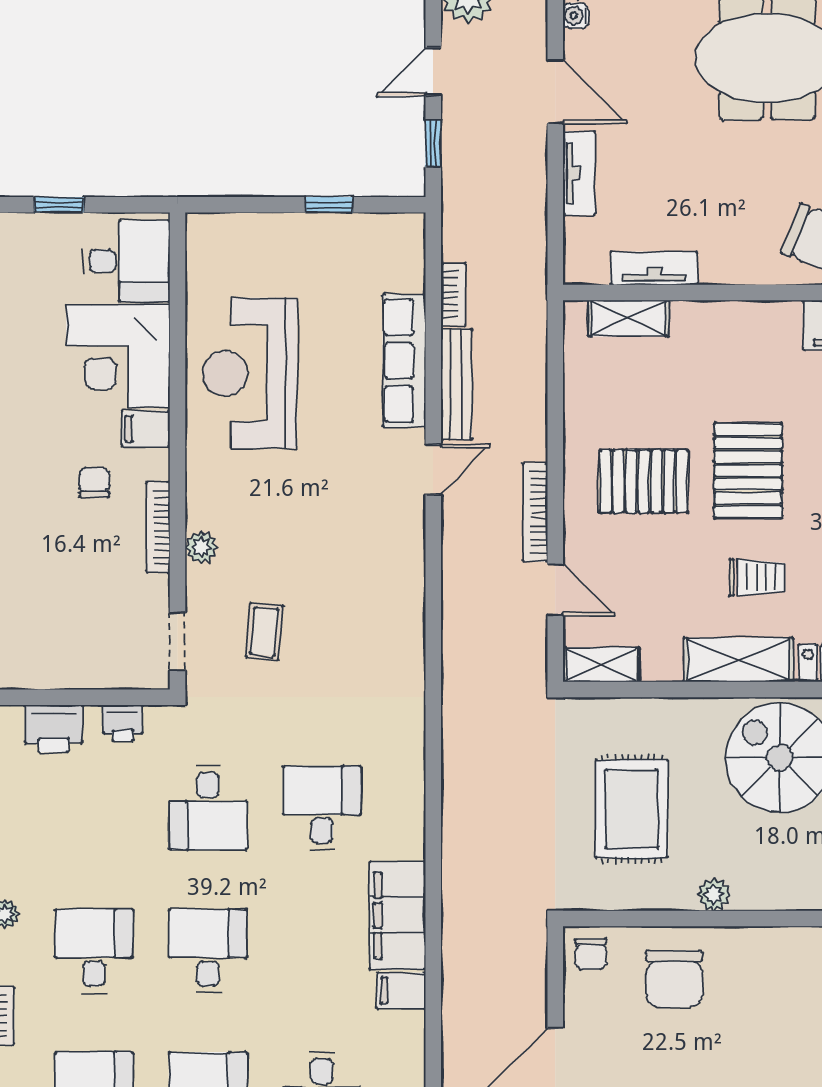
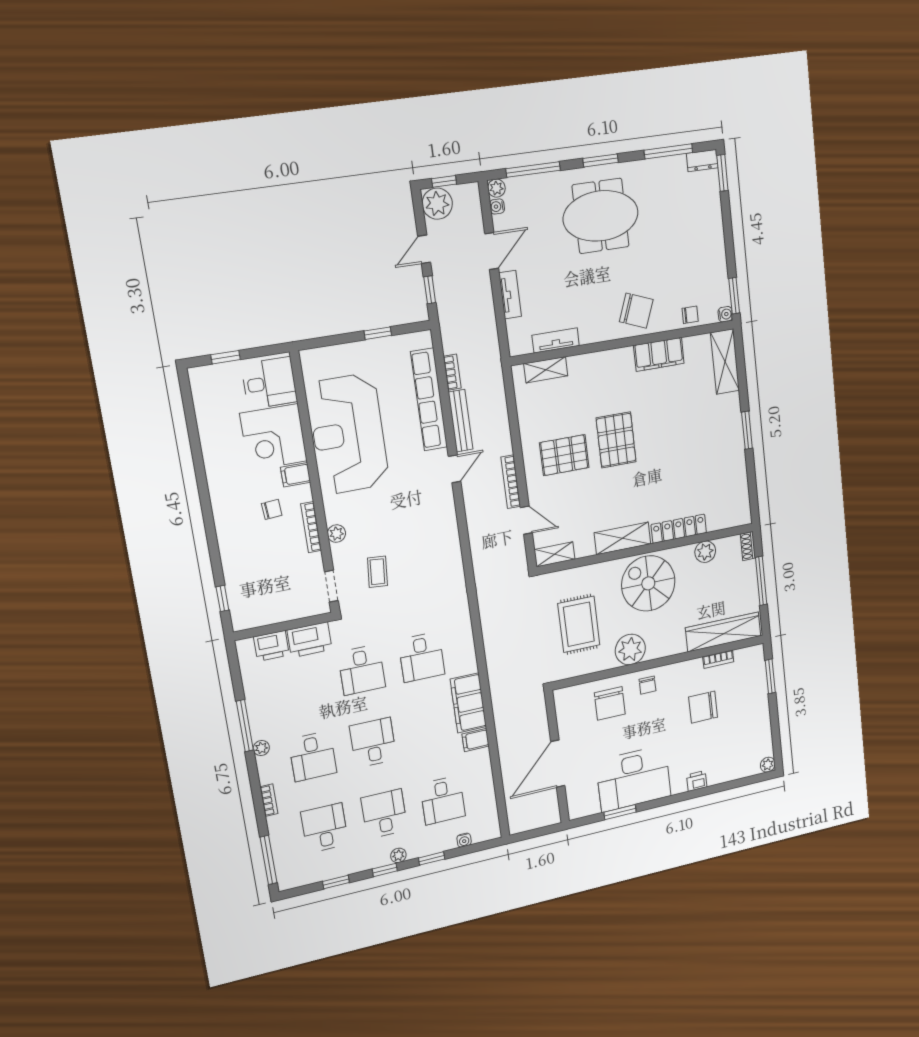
door: (555, 92) -> (492, 251), hinge flipped
row of seats: (404, 361) -> (429, 400), width x1.36
reception desk: (250, 373) -> (348, 434), width x1.36, depth x1.30
chair: (94, 483) -> (272, 509), turned 86
trolley: (757, 577) -> (627, 494), removed
printer: (123, 723) -> (310, 640), width x1.87, depth x1.48
desk: (322, 808) -> (422, 657), turned 180
plant: (714, 895) -> (630, 649), width x1.88, depth x1.88
desk: (94, 951) -> (313, 756), turned 180
chair: (591, 954) -> (647, 685), moved

